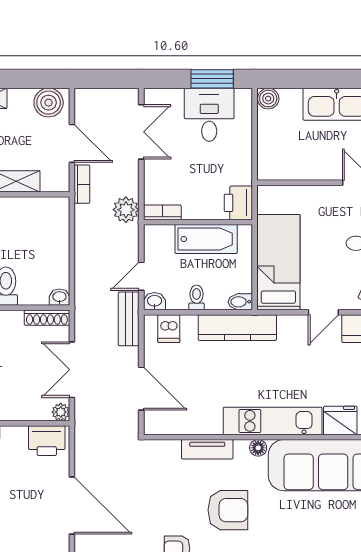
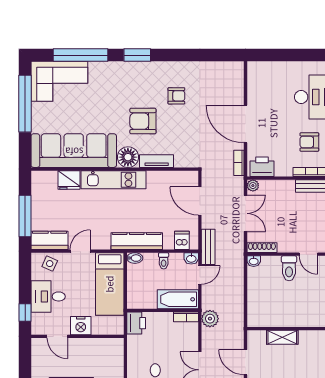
bookcase: (82, 184) -> (239, 163), moved
nightstand: (322, 199) -> (81, 326), added
bathtub: (206, 239) -> (178, 299), moved
floor lamp: (258, 448) -> (128, 157), width x1.89, depth x1.89

